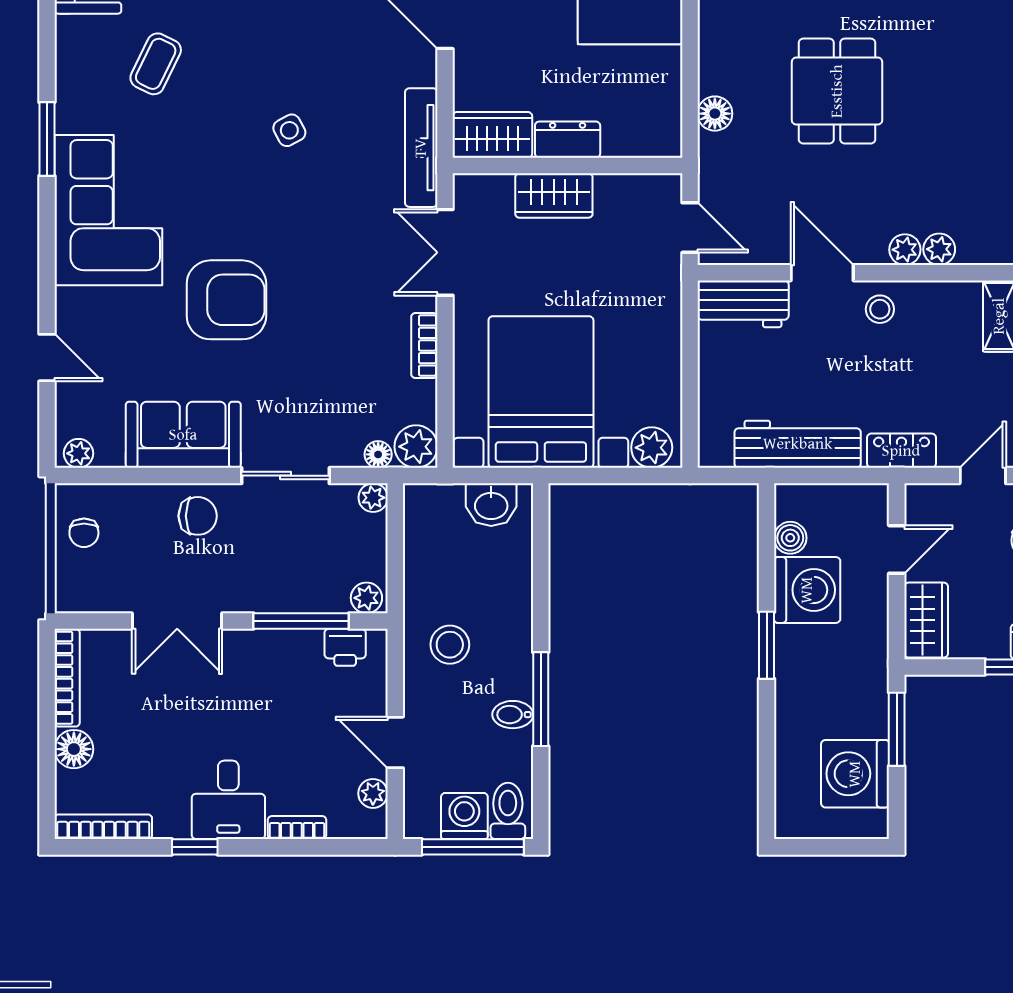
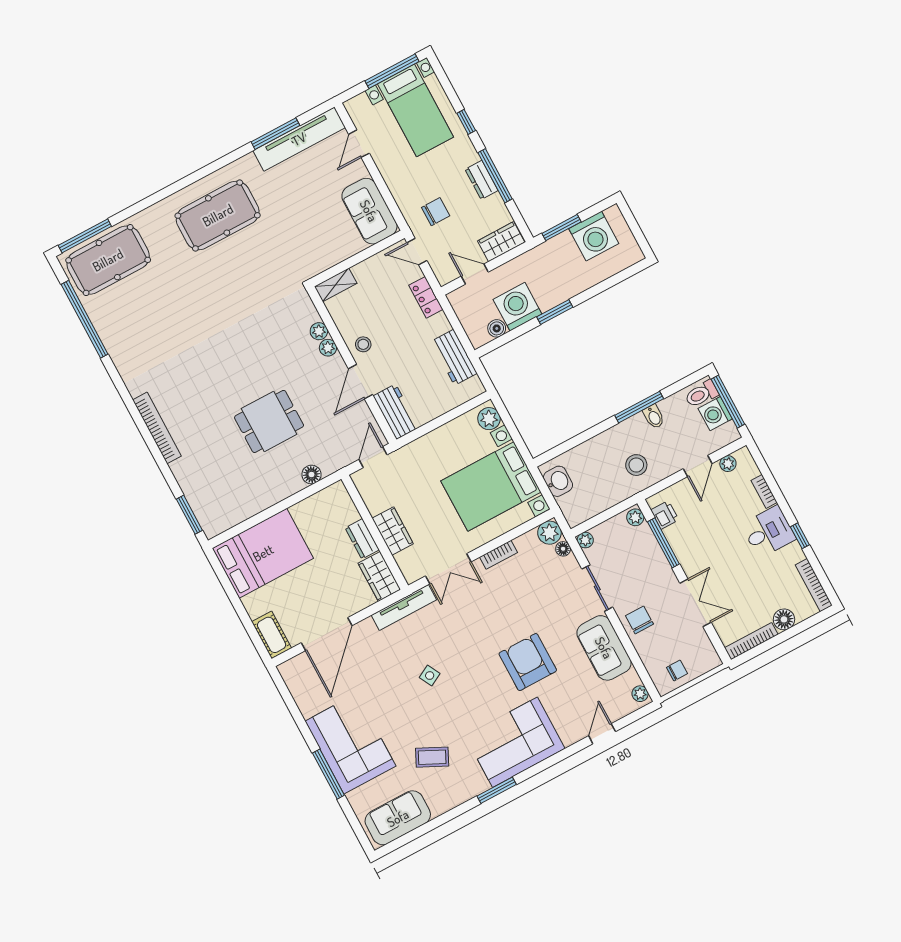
workbench: (798, 444) -> (454, 357), width x0.73

